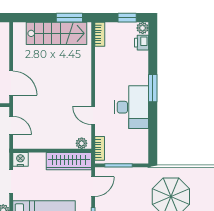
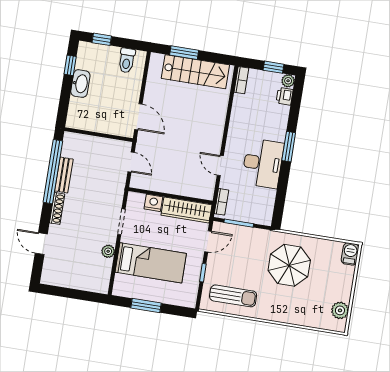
window: (69, 18) -> (184, 53), moved
plant: (82, 143) -> (203, 193), removed
nightstand: (20, 159) -> (153, 203), moved

